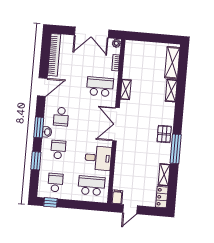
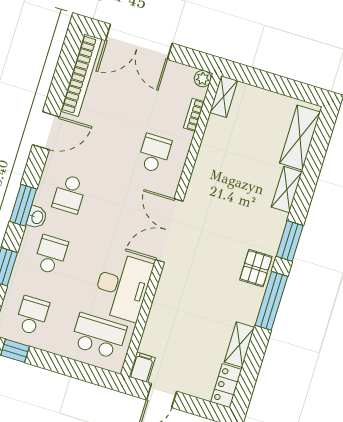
double door: (92, 32) -> (139, 42), moved
school desk: (100, 87) -> (154, 153), width x0.54
shelving: (126, 89) -> (224, 97), moved
window: (178, 116) -> (290, 241), added
desk: (98, 158) -> (122, 287), width x1.37

